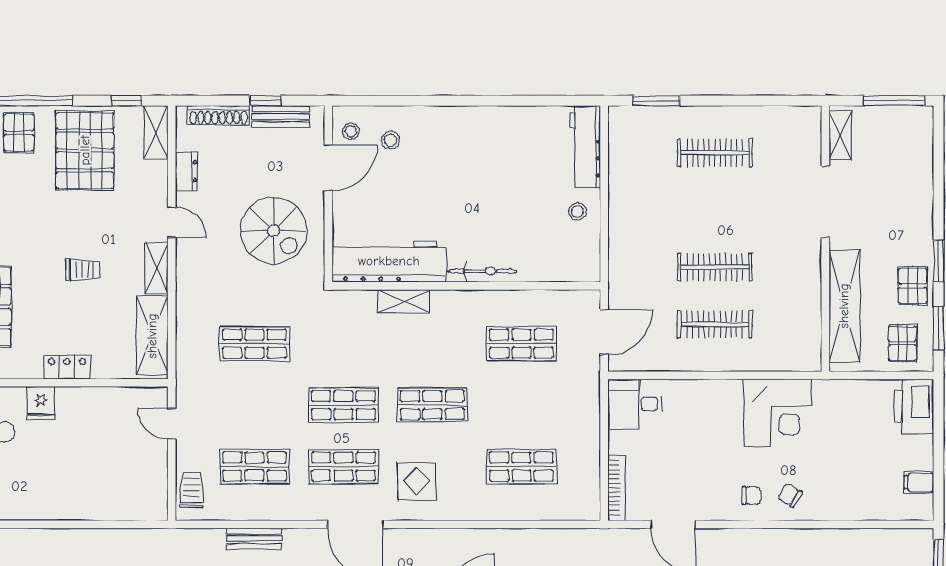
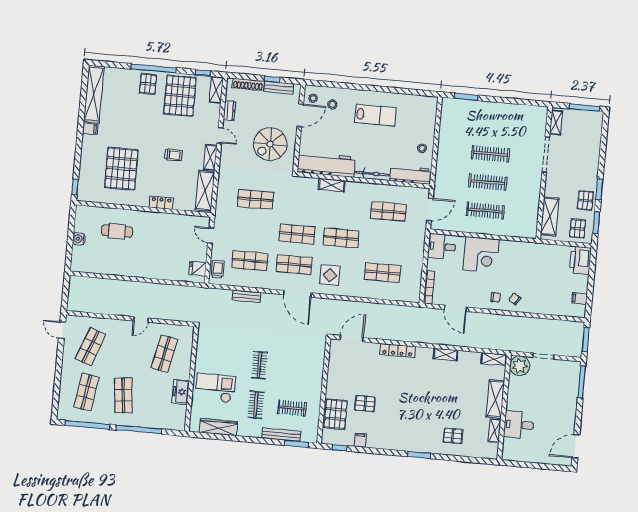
workbench: (585, 146) -> (411, 175), moved, turned 90
clothes rail: (715, 153) -> (490, 154), moved
lab bench: (479, 154) -> (376, 115), added
spiral stairs: (274, 231) -> (270, 144), turned 90
shelving: (844, 306) -> (550, 216), width x0.68
fridge: (41, 403) -> (198, 268), moved, turned 90
corner desk: (778, 413) -> (481, 255), moved

